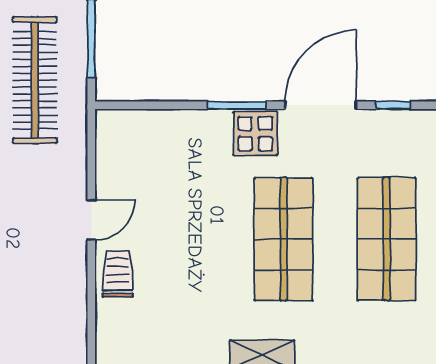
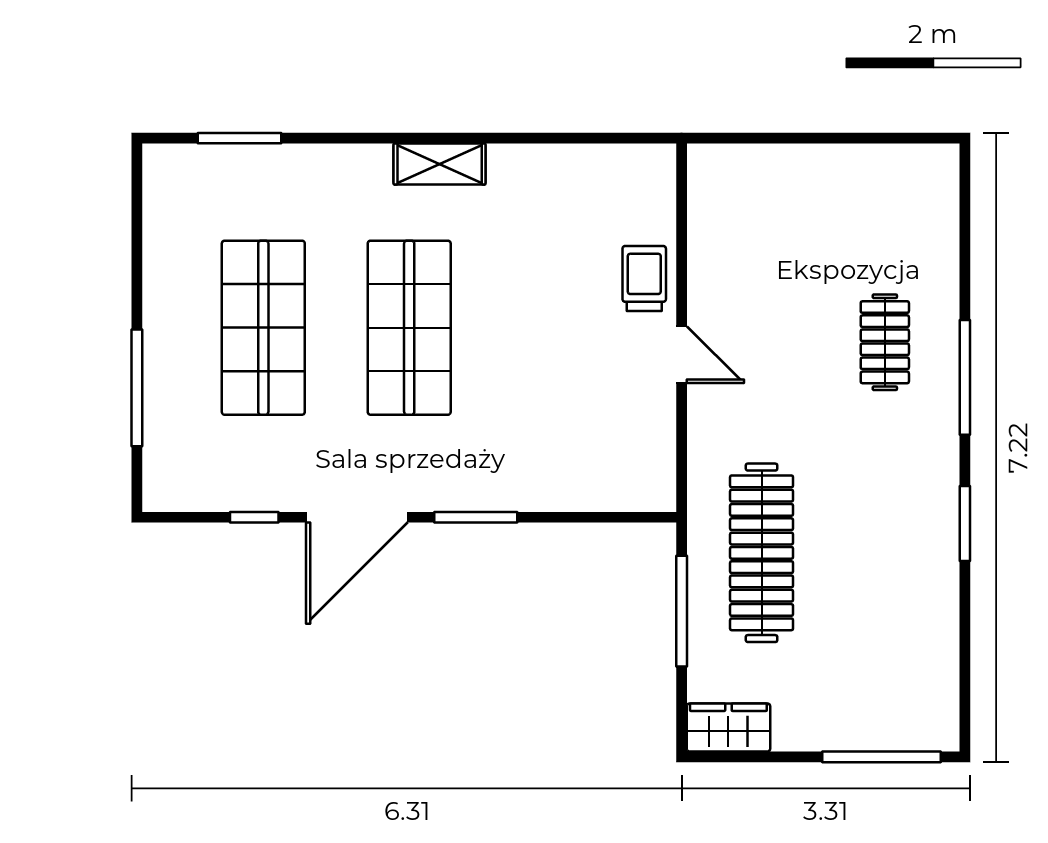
display table: (255, 134) -> (449, 477), removed
door: (91, 220) -> (682, 355), swing flipped
trolley: (118, 274) -> (644, 278), turned 180

